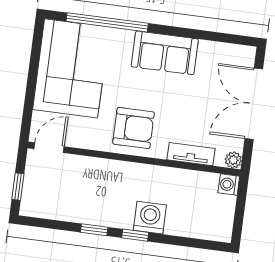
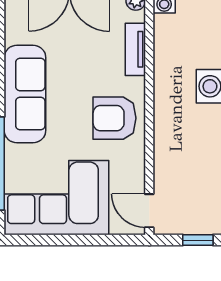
sofa: (165, 53) -> (25, 94), width x1.36
armchair: (134, 128) -> (115, 118), turned -90

